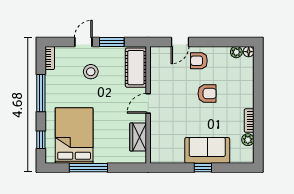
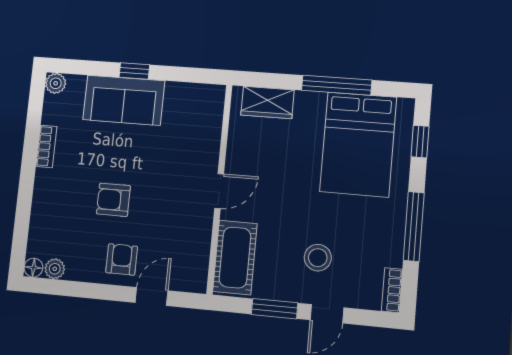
armchair: (199, 61) -> (122, 259), turned -90
wardrobe: (138, 137) -> (267, 103), moved, turned 90
plant: (248, 140) -> (56, 83), moved

